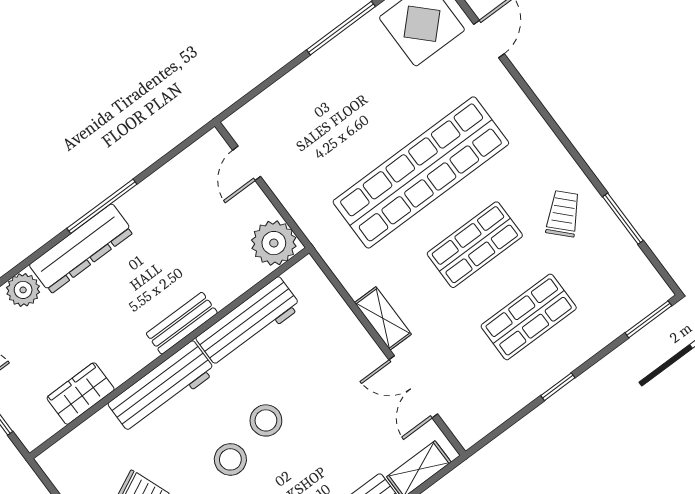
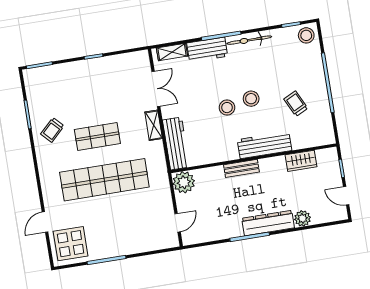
shop shelf: (529, 317) -> (90, 93), removed
workbench: (249, 323) -> (176, 143), moved, turned 90

